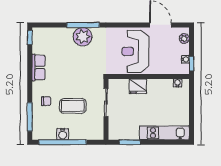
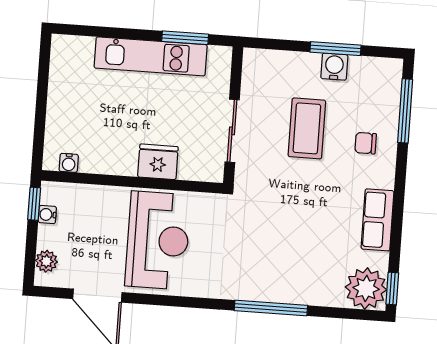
plant: (83, 37) -> (366, 288), moved
coffee table: (73, 106) -> (307, 128), turned 90
kitchen unit: (164, 133) -> (151, 56), moved
window: (63, 142) -> (335, 49), width x0.47

